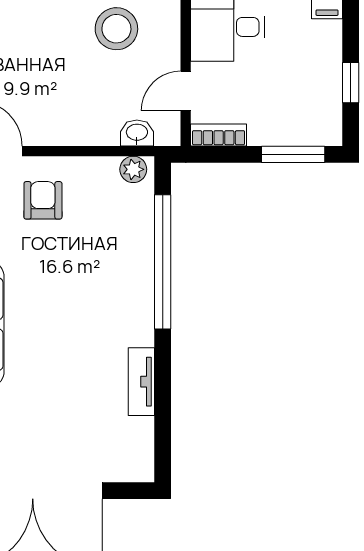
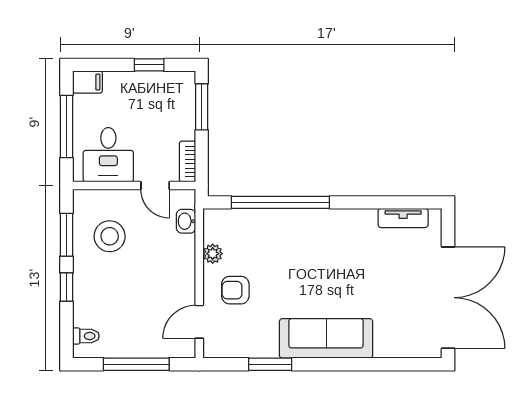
plant: (133, 169) -> (213, 254), moved
tv unit: (141, 382) -> (403, 218), moved

